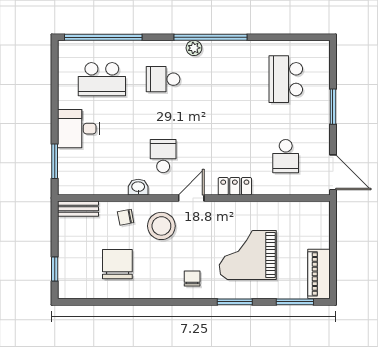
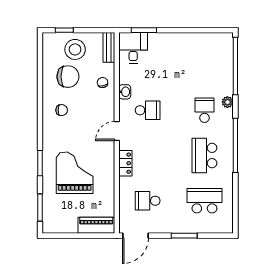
plant: (194, 48) -> (227, 102), moved
school desk: (102, 79) -> (204, 156), moved
desk: (78, 129) -> (133, 48), moved
door: (191, 198) -> (117, 131), swing flipped
stool: (161, 226) -> (75, 49), moved
piano: (319, 274) -> (96, 225), moved
chair: (192, 278) -> (62, 110), moved

